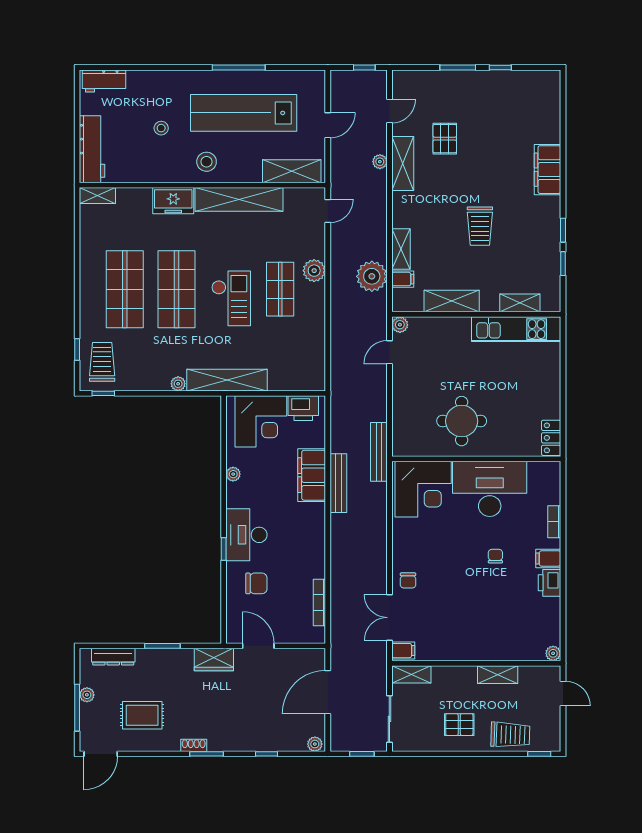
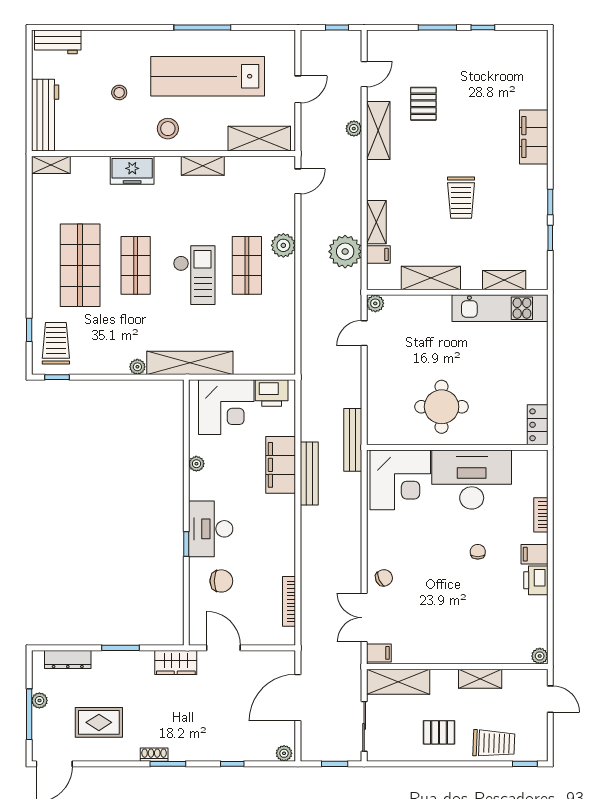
shelving: (239, 199) -> (203, 166), width x0.45, depth x0.75
shop shelf: (177, 289) -> (136, 265), width x0.70, depth x0.74
chair: (408, 580) -> (384, 578), turned -115
shelving: (411, 674) -> (398, 682), width x1.50, depth x1.33

